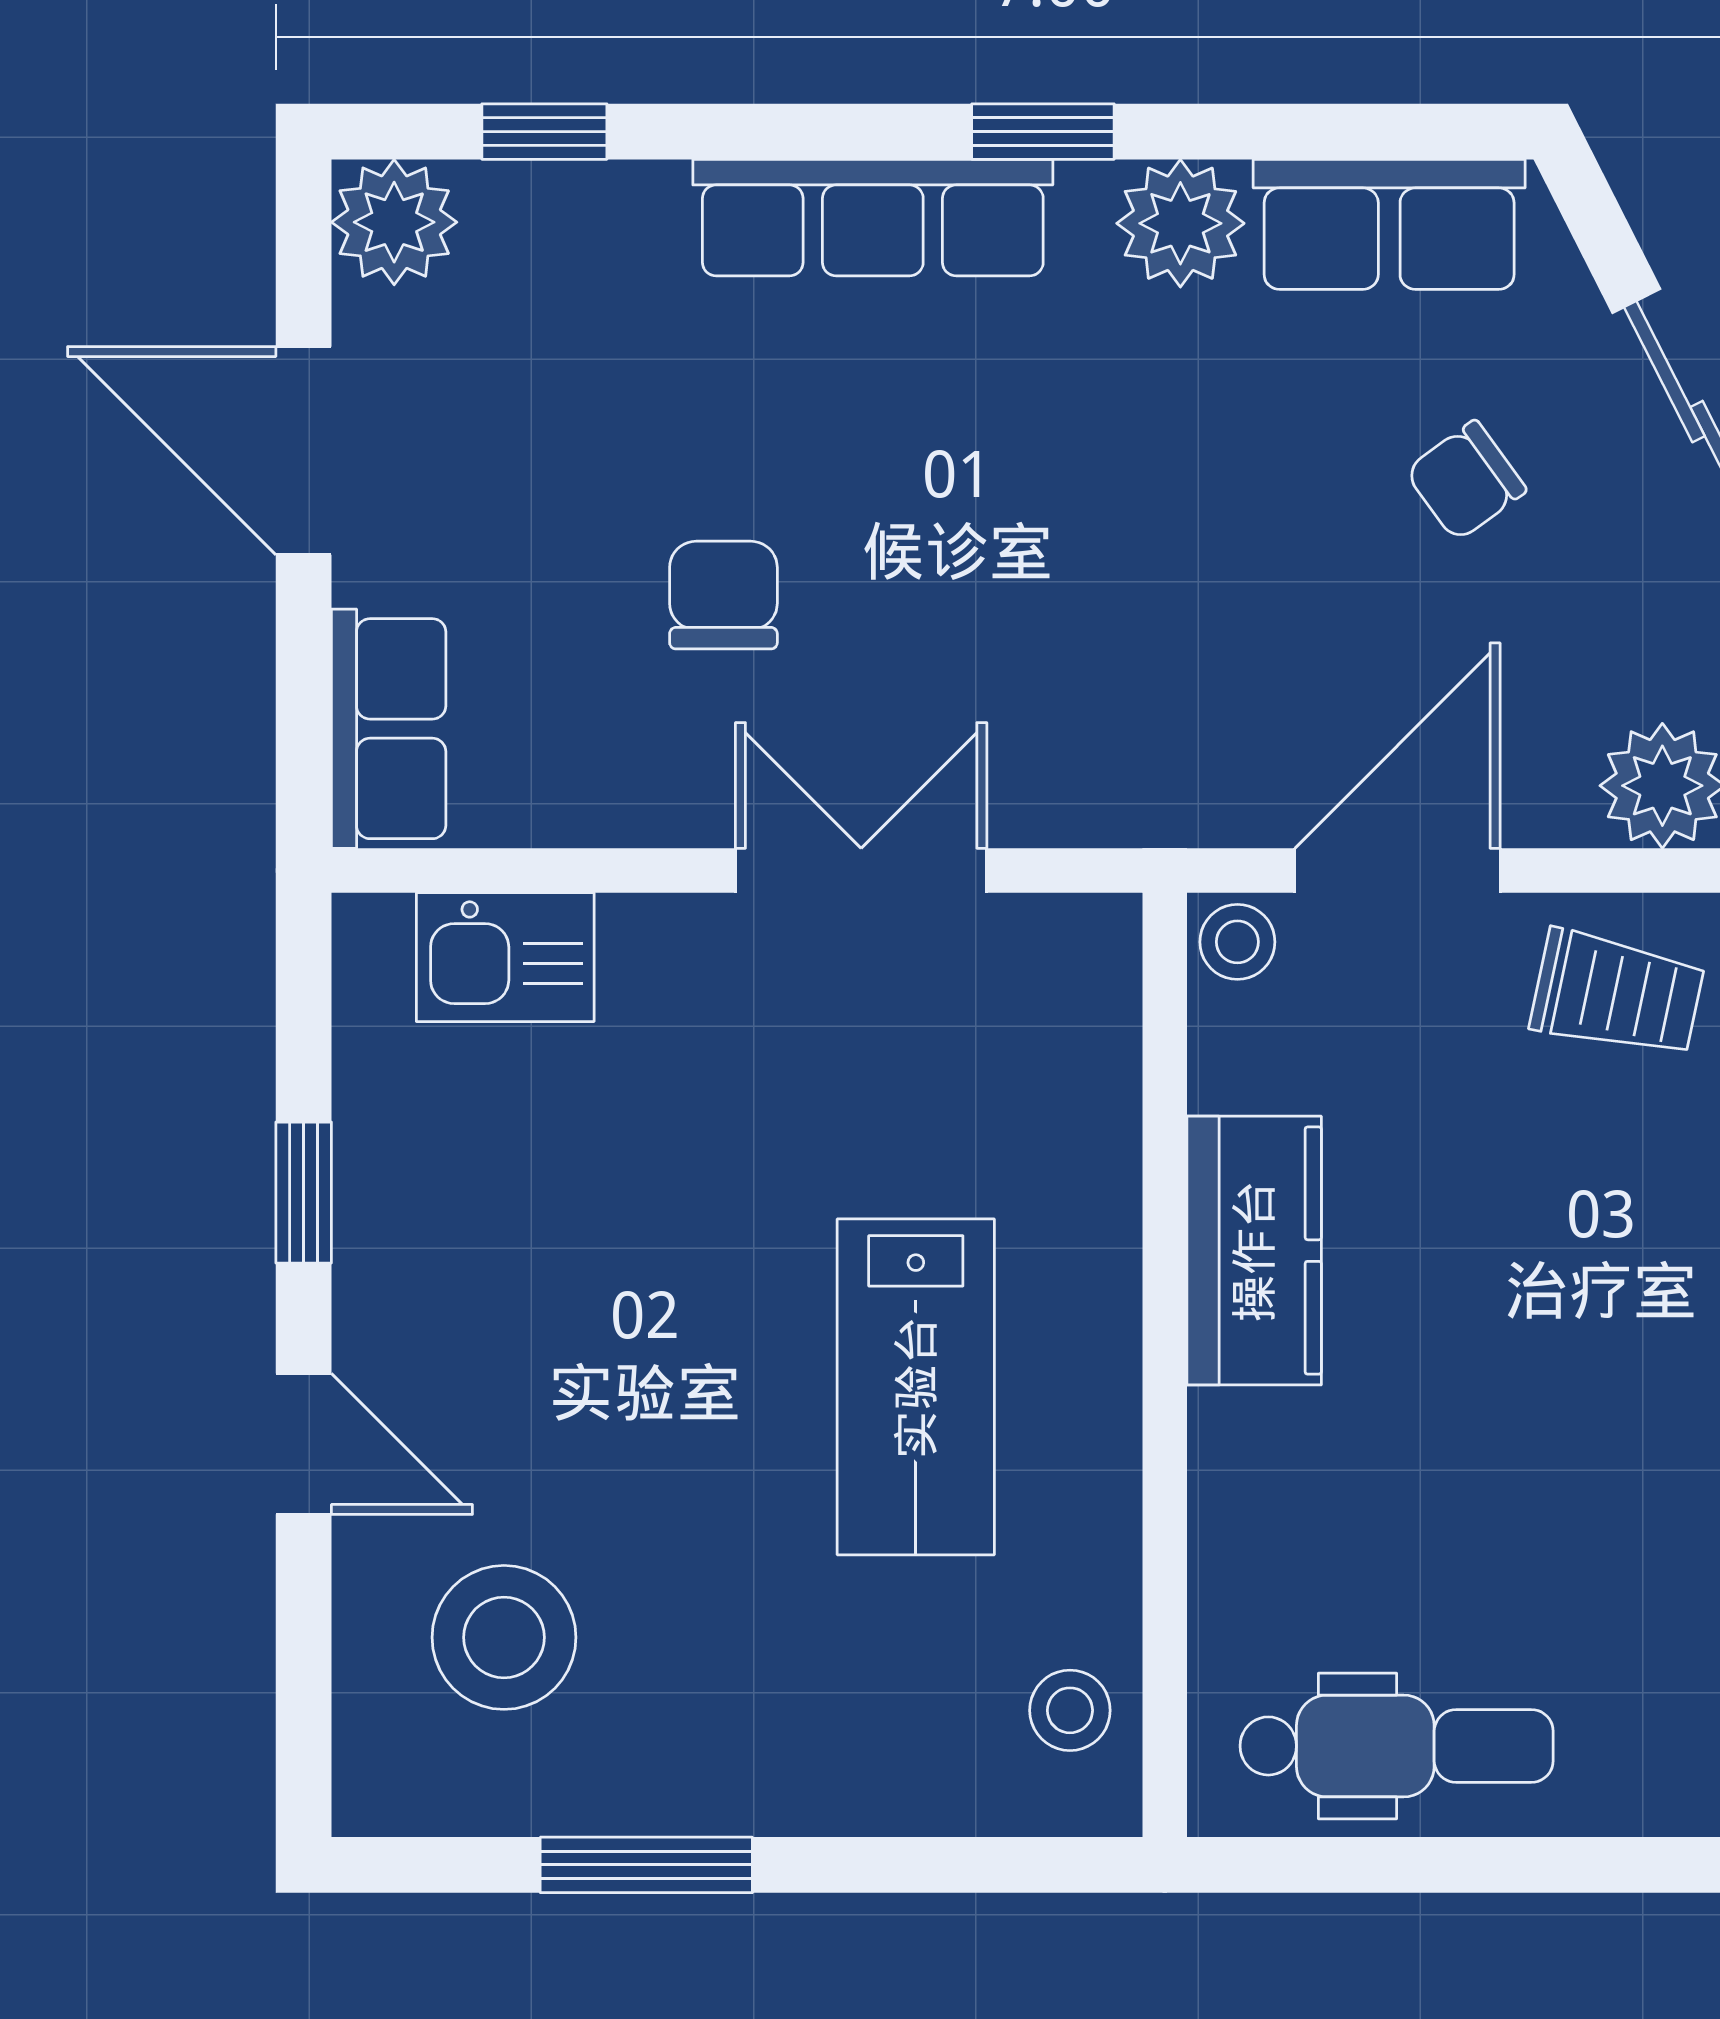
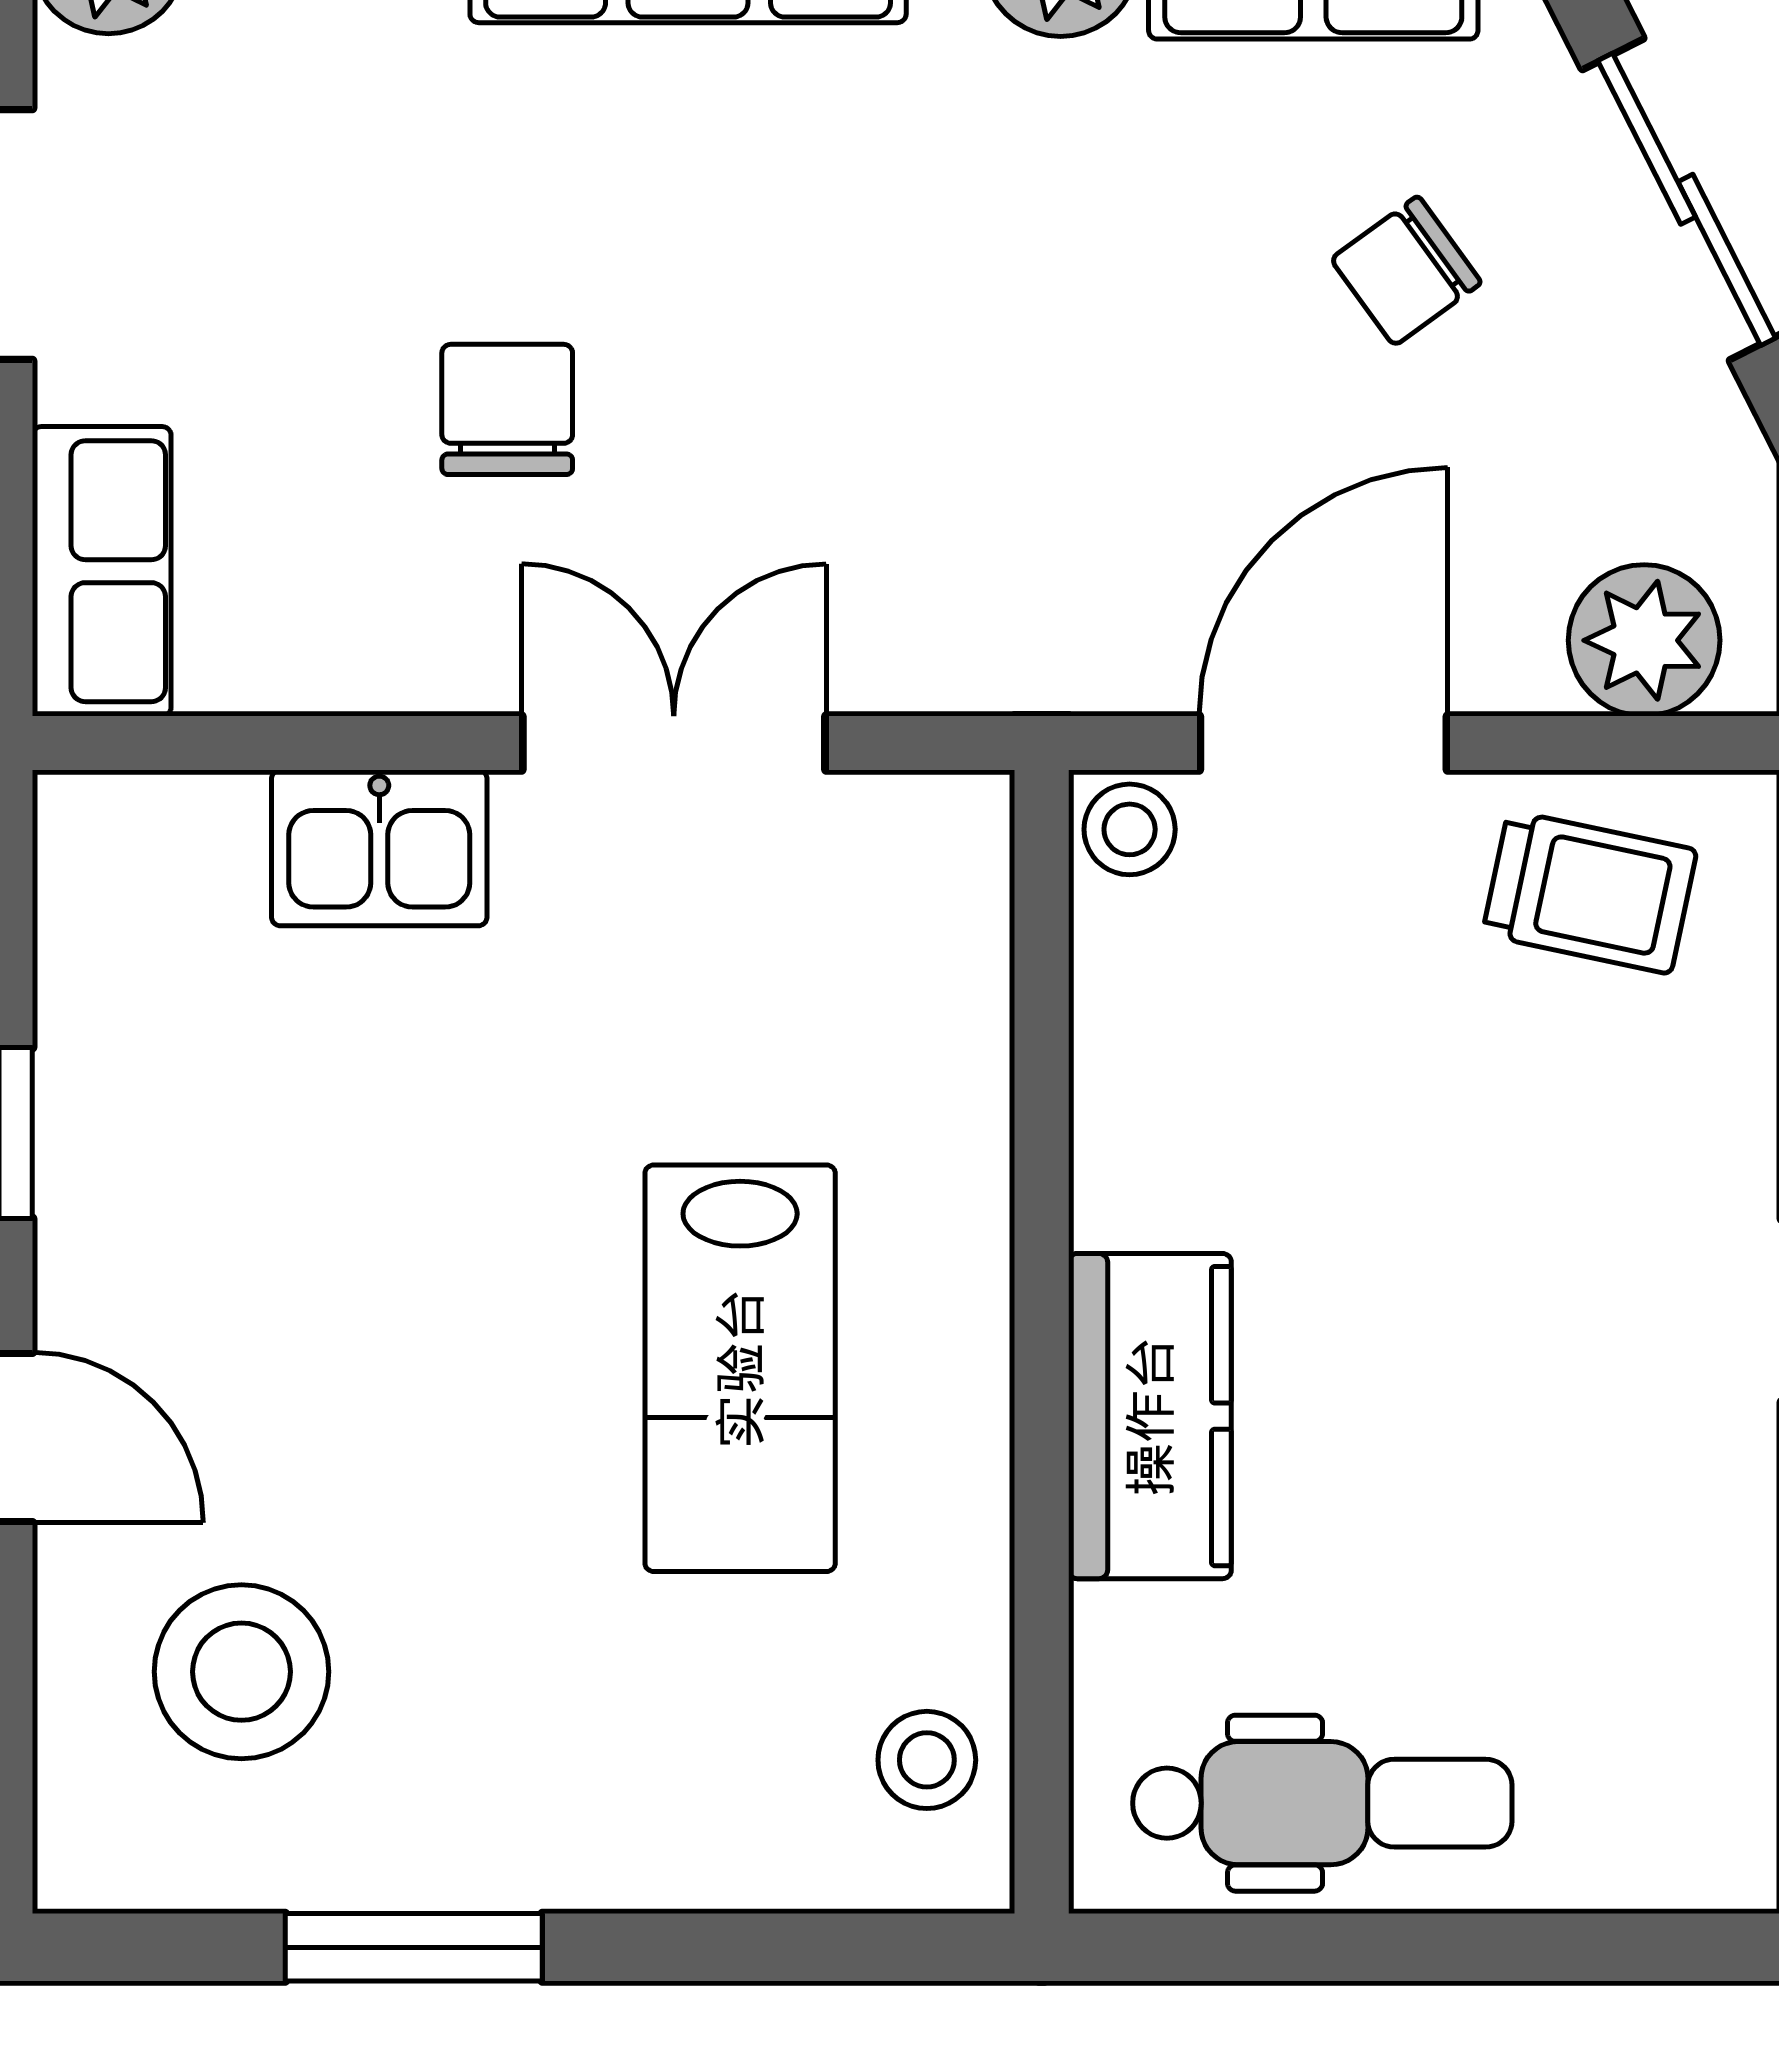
kitchen sink: (505, 957) -> (379, 848), moved
kitchen counter: (1254, 1251) -> (1150, 1416), moved

